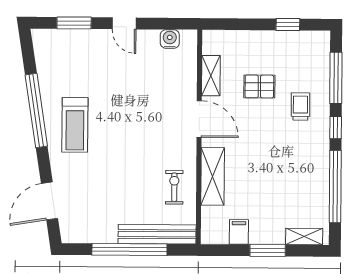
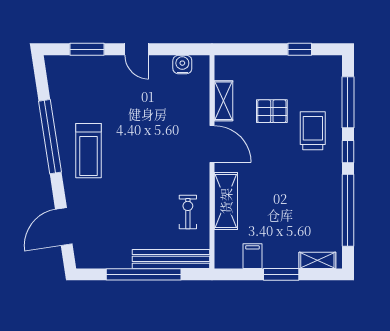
trolley: (300, 107) -> (313, 131), width x1.36, depth x1.39

